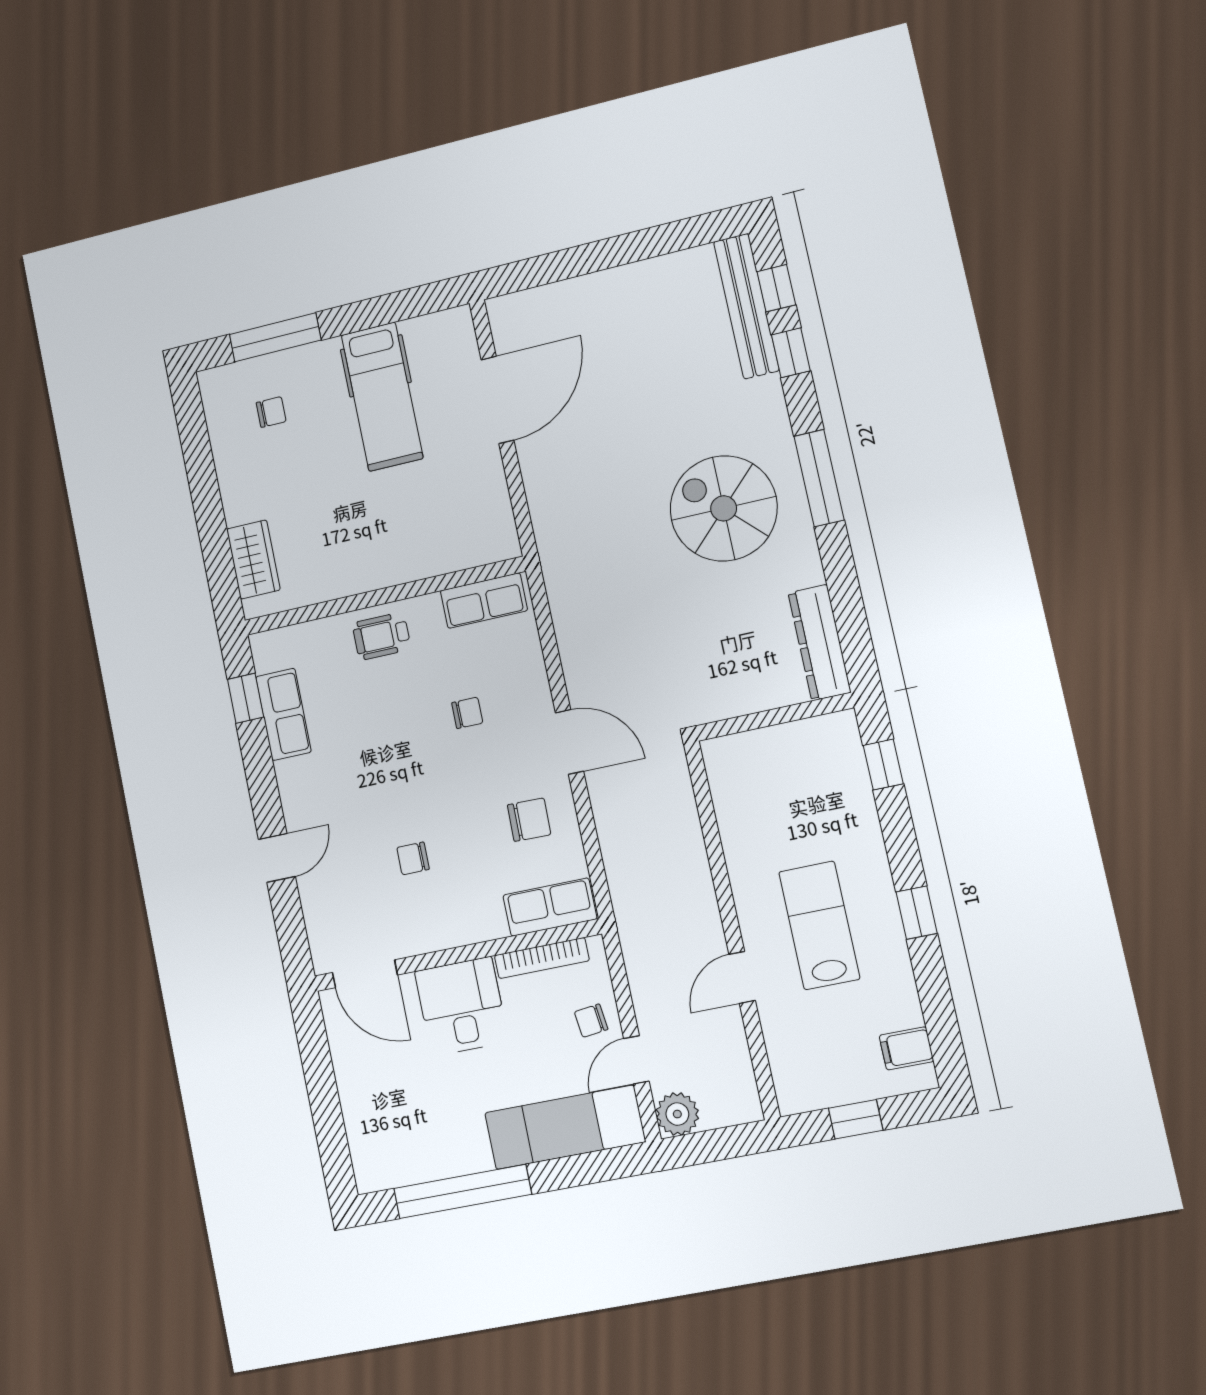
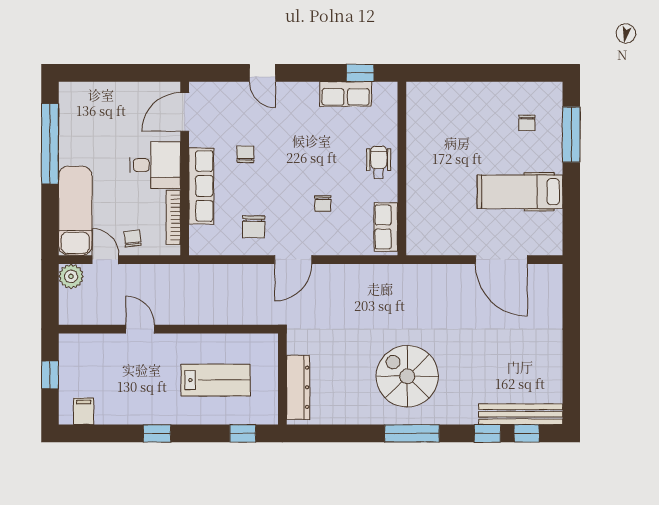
spiral stairs: (724, 508) -> (407, 376), turned -90
wardrobe: (253, 559) -> (441, 94), removed
dresser: (819, 642) -> (298, 387), moved, turned 90
row of seats: (550, 907) -> (201, 186), moved, width x1.48
lab bench: (819, 925) -> (216, 380), moved

